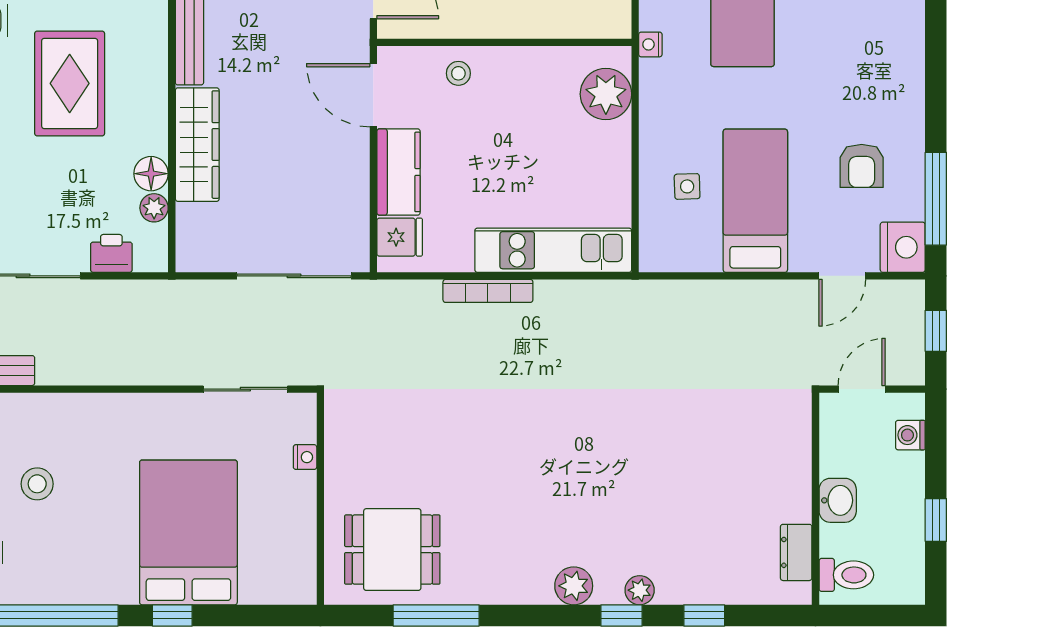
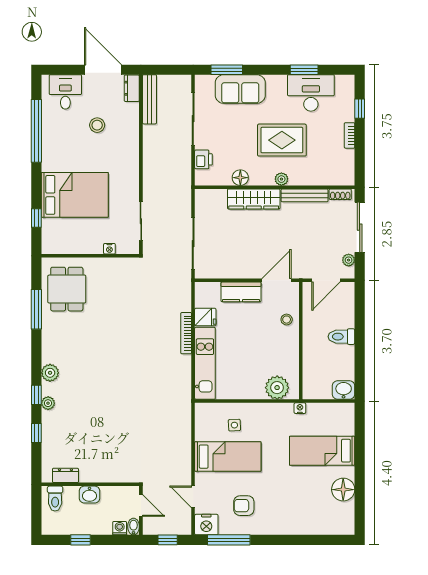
plant: (154, 208) -> (281, 179), moved
fridge: (400, 237) -> (205, 317), moved, turned -90
bidet: (907, 405) -> (134, 527), added
window: (172, 615) -> (36, 218), moved

